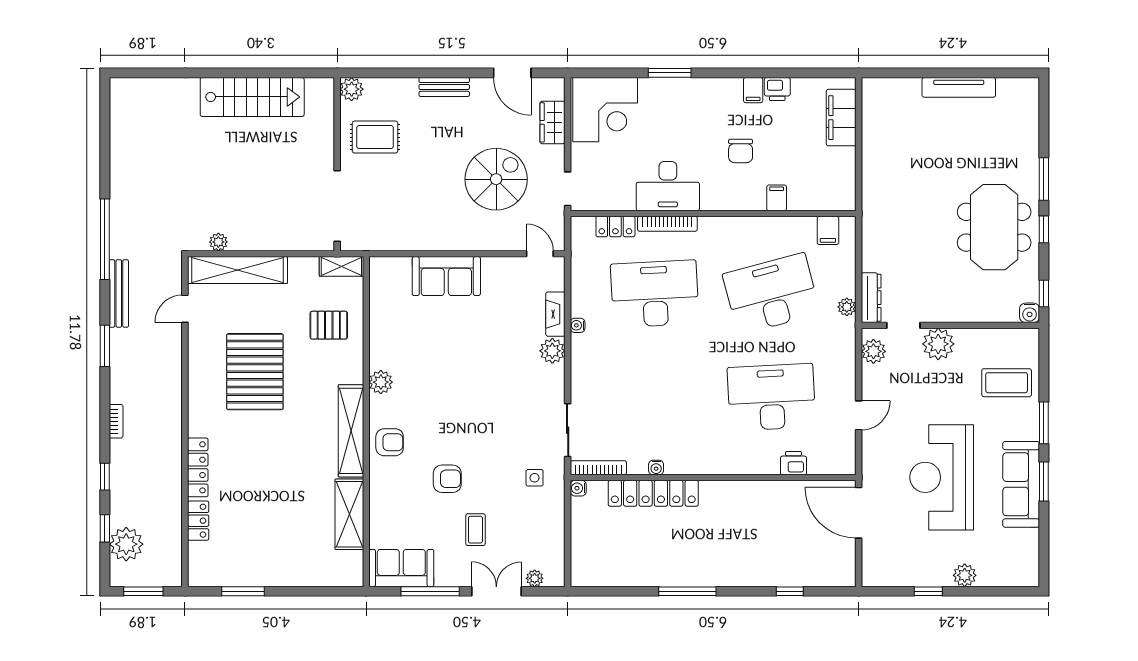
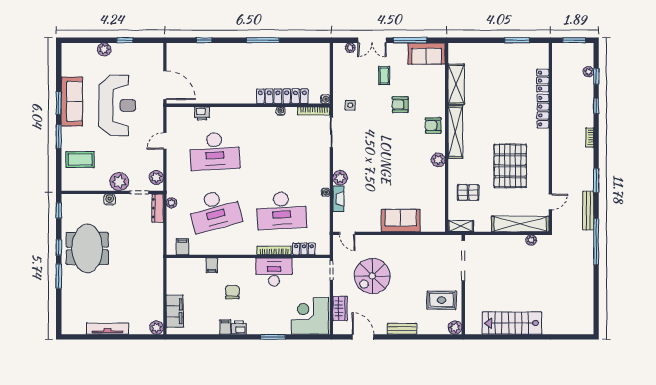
printer: (777, 89) -> (239, 328), moved
plant: (873, 89) -> (157, 328), added
water cooler: (1030, 313) -> (110, 200), moved
plant: (126, 544) -> (588, 72), width x0.53, depth x0.53

